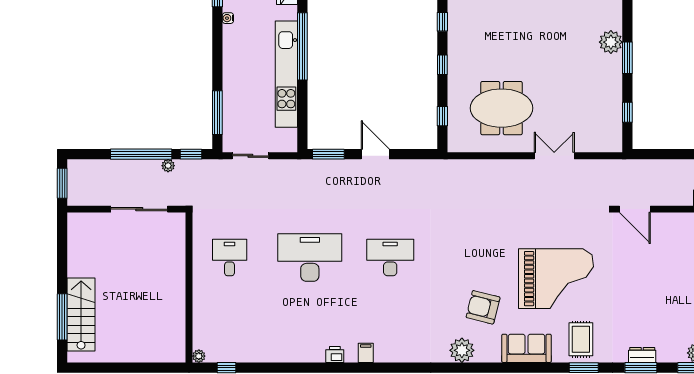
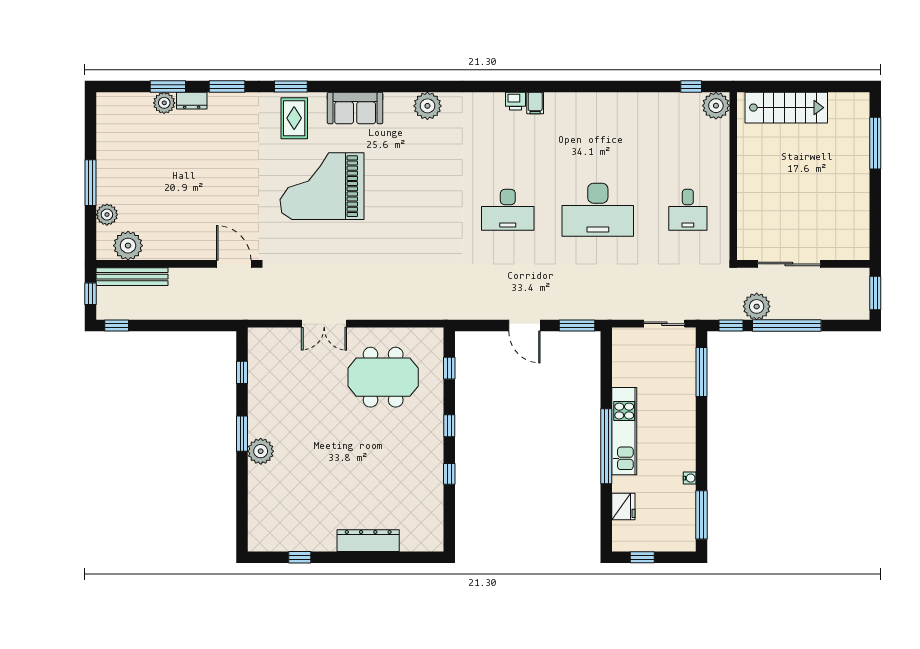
kitchen unit: (286, 74) -> (624, 431), width x0.73
plant: (168, 166) -> (757, 306), width x1.88, depth x1.88
armchair: (483, 307) -> (404, 154), removed
stairs: (81, 314) -> (786, 108), moved, turned -90
printer: (335, 355) -> (516, 101), moved
dresser: (642, 355) -> (192, 101), moved
plant: (199, 356) -> (716, 106), width x1.87, depth x1.87

